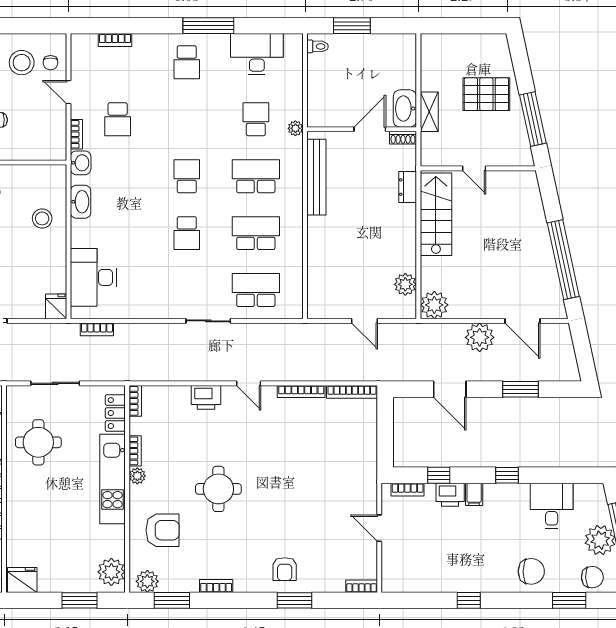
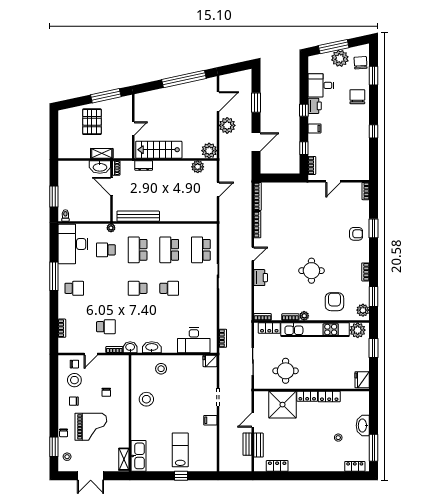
desk: (257, 54) -> (73, 244), width x1.36, depth x1.30
kitchen unit: (113, 479) -> (315, 330), width x1.36
printer: (450, 495) -> (315, 106), moved

